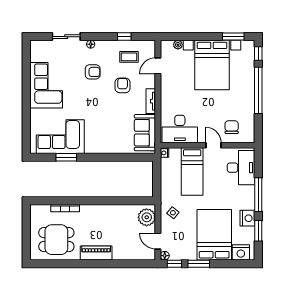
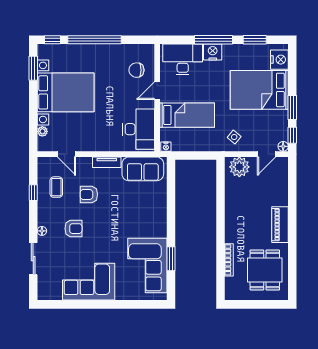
armchair: (93, 72) -> (73, 229), turned 90
nightstand: (247, 218) -> (213, 52), moved

